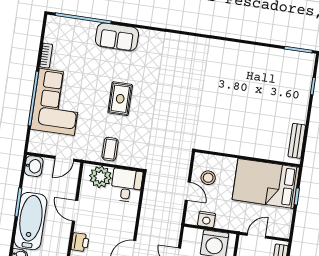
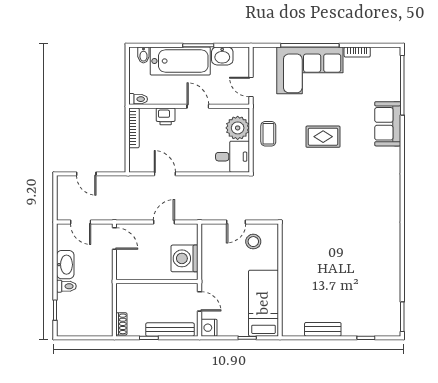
bench: (297, 141) -> (323, 329), moved
coffee table: (110, 149) -> (268, 134), turned 90
washbasin: (34, 166) -> (222, 56), moved
bed: (266, 183) -> (264, 303), width x0.67
door: (75, 211) -> (198, 106), hinge flipped
nightstand: (206, 219) -> (209, 328), moved

